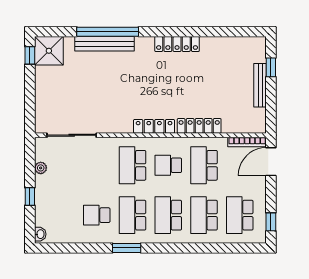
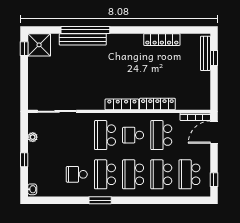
locker: (177, 44) -> (162, 40), moved
bench: (260, 85) -> (205, 53), moved

